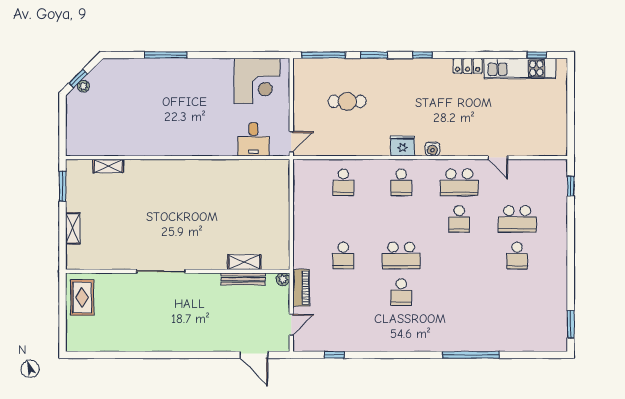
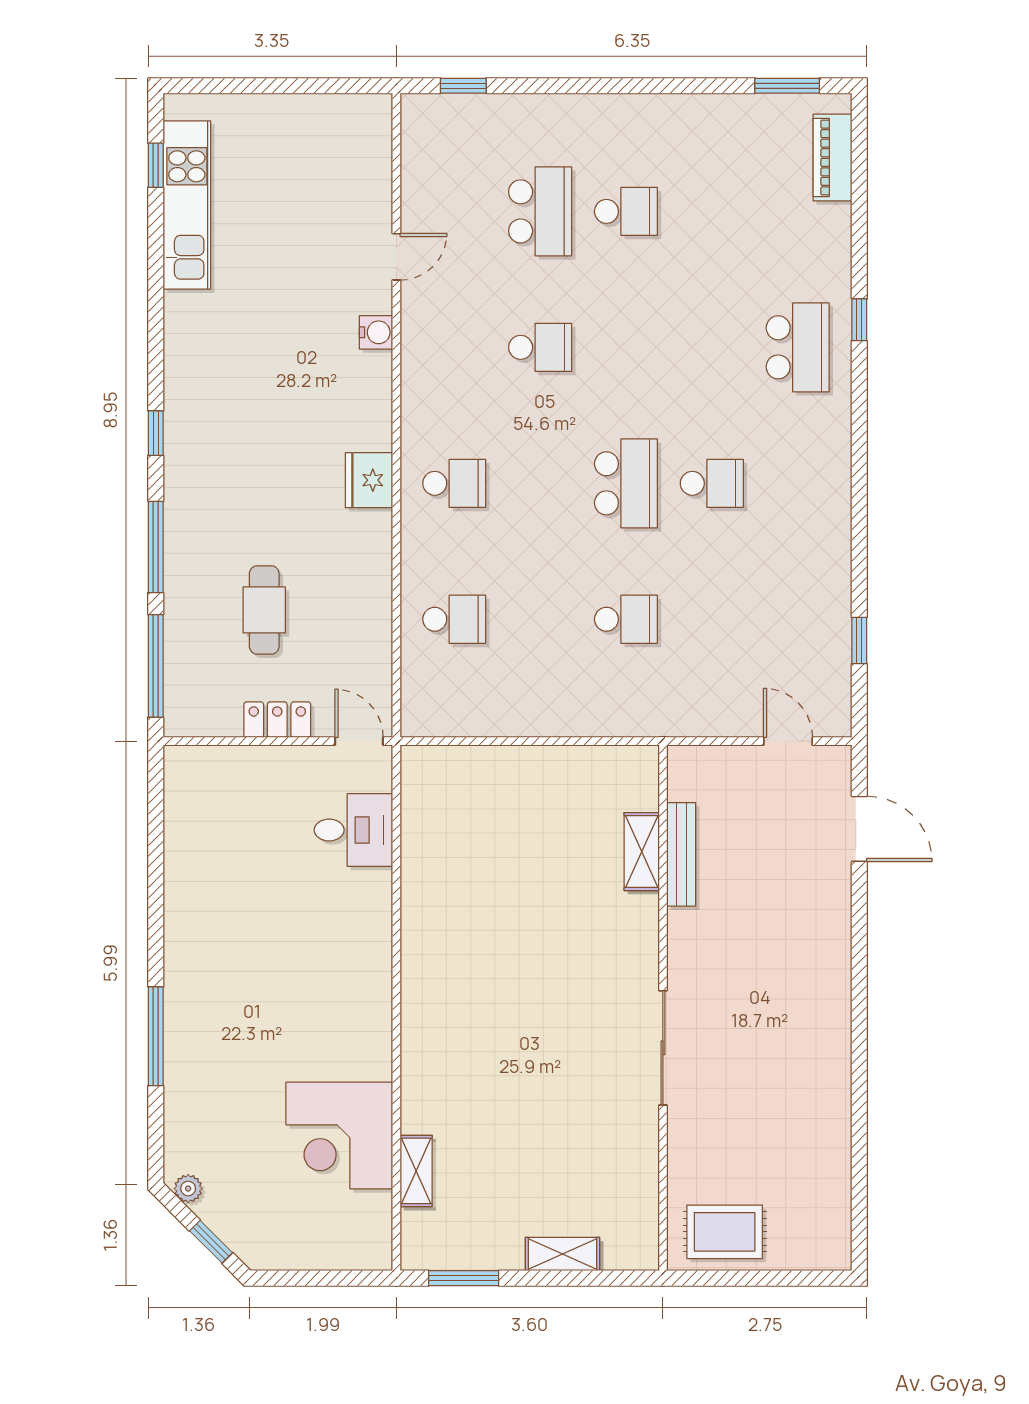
window: (374, 55) -> (156, 547), width x1.44
locker: (468, 66) -> (277, 720), moved, turned -90
corner desk: (257, 81) -> (339, 1136), moved, turned 180
plant: (83, 86) -> (188, 1189), moved
water cooler: (432, 149) -> (376, 332), moved
school desk: (459, 182) -> (798, 347), moved
plant: (283, 279) -> (682, 761), removed
piano: (301, 288) -> (832, 158), moved, turned -90
door: (254, 355) -> (859, 829), hinge flipped
window: (471, 355) -> (859, 320), width x0.32

